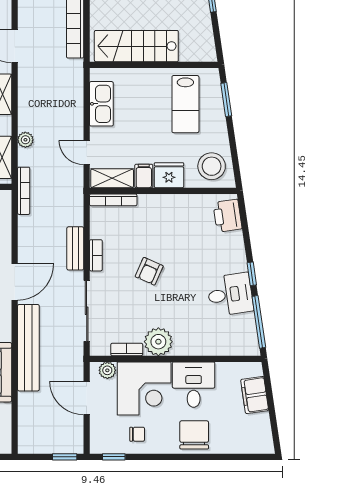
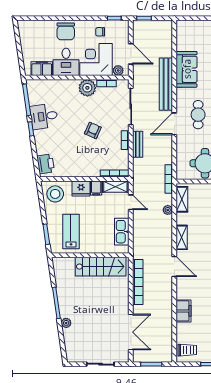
filing cabinet: (255, 395) -> (42, 69), moved, turned -82

